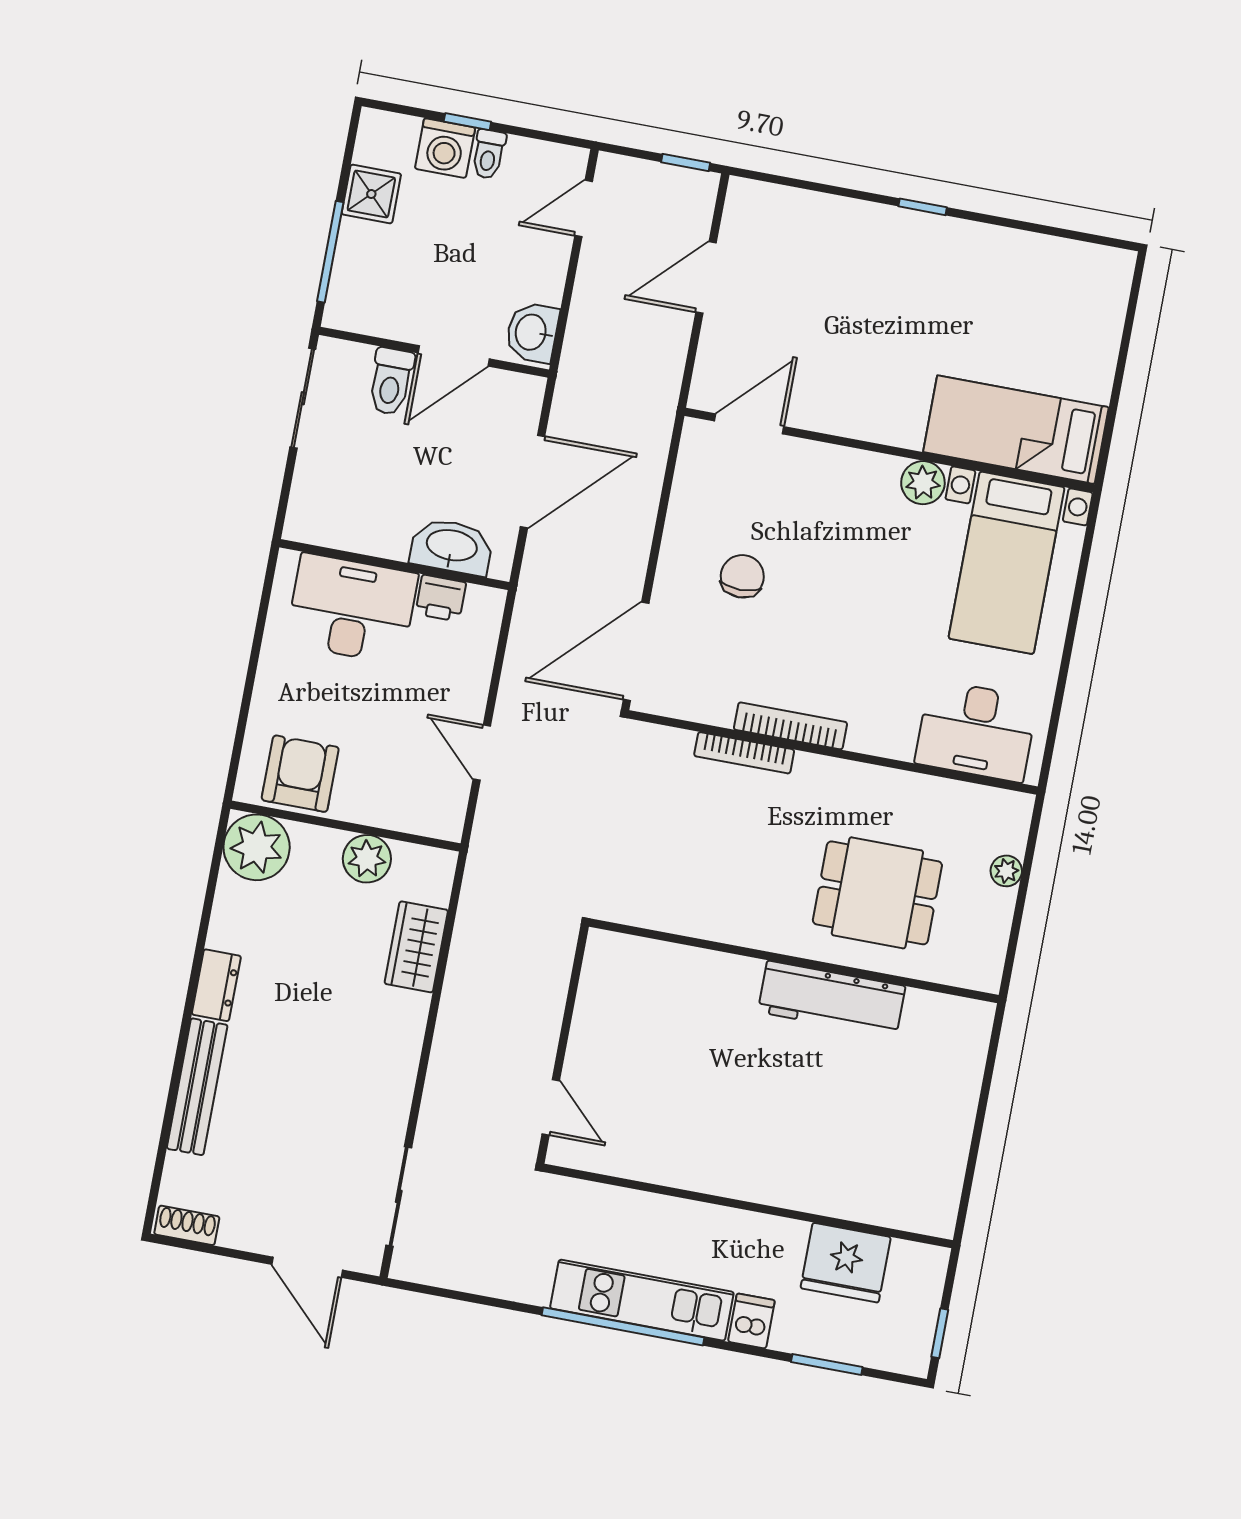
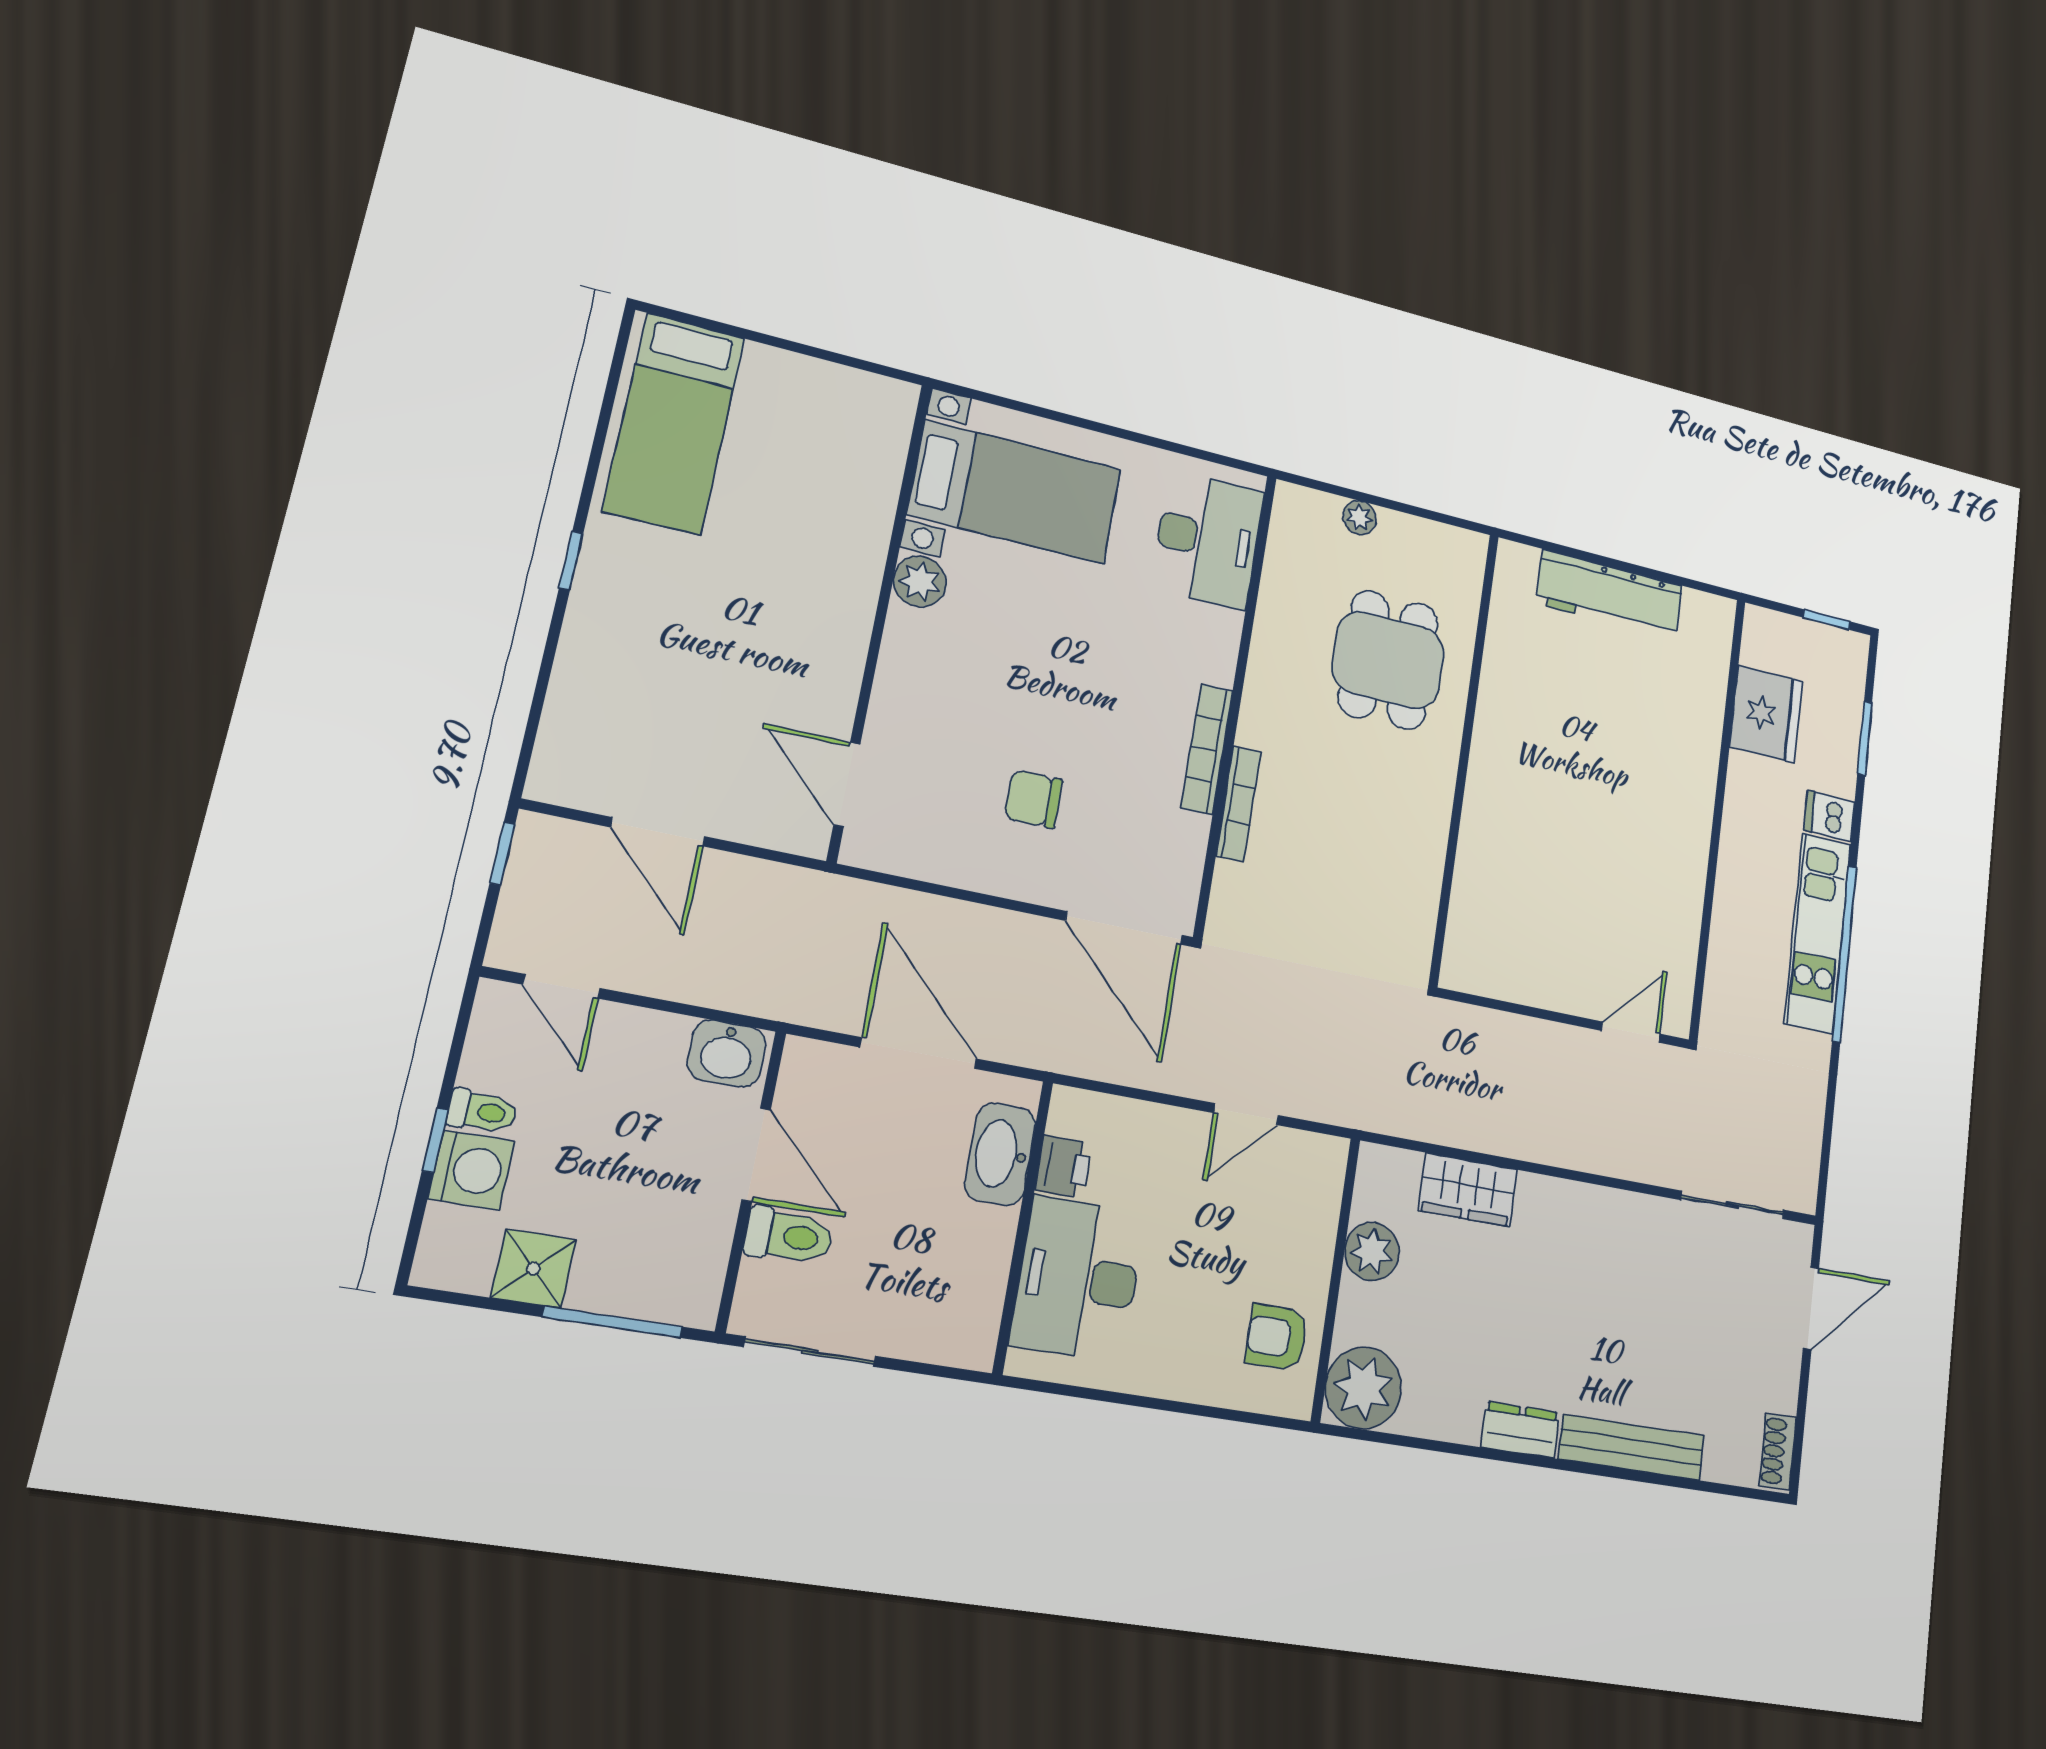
bed: (1016, 430) -> (674, 424), moved
armchair: (300, 774) -> (1277, 1337), width x0.72, depth x0.72
workbench: (832, 999) -> (1609, 595), moved, turned 90

